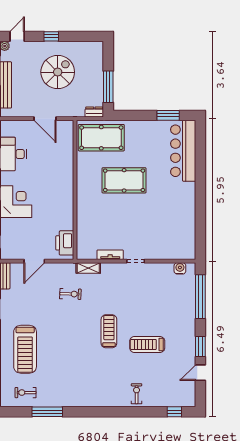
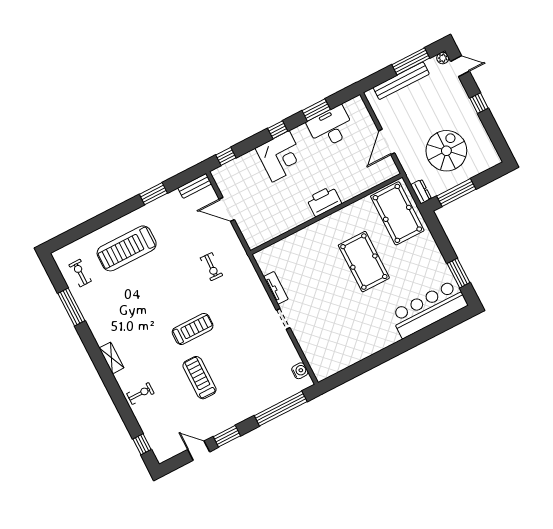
spiral stairs: (58, 72) -> (446, 151), moved, turned -90
printer: (65, 243) -> (324, 201), moved
shelving: (88, 268) -> (112, 358), moved

